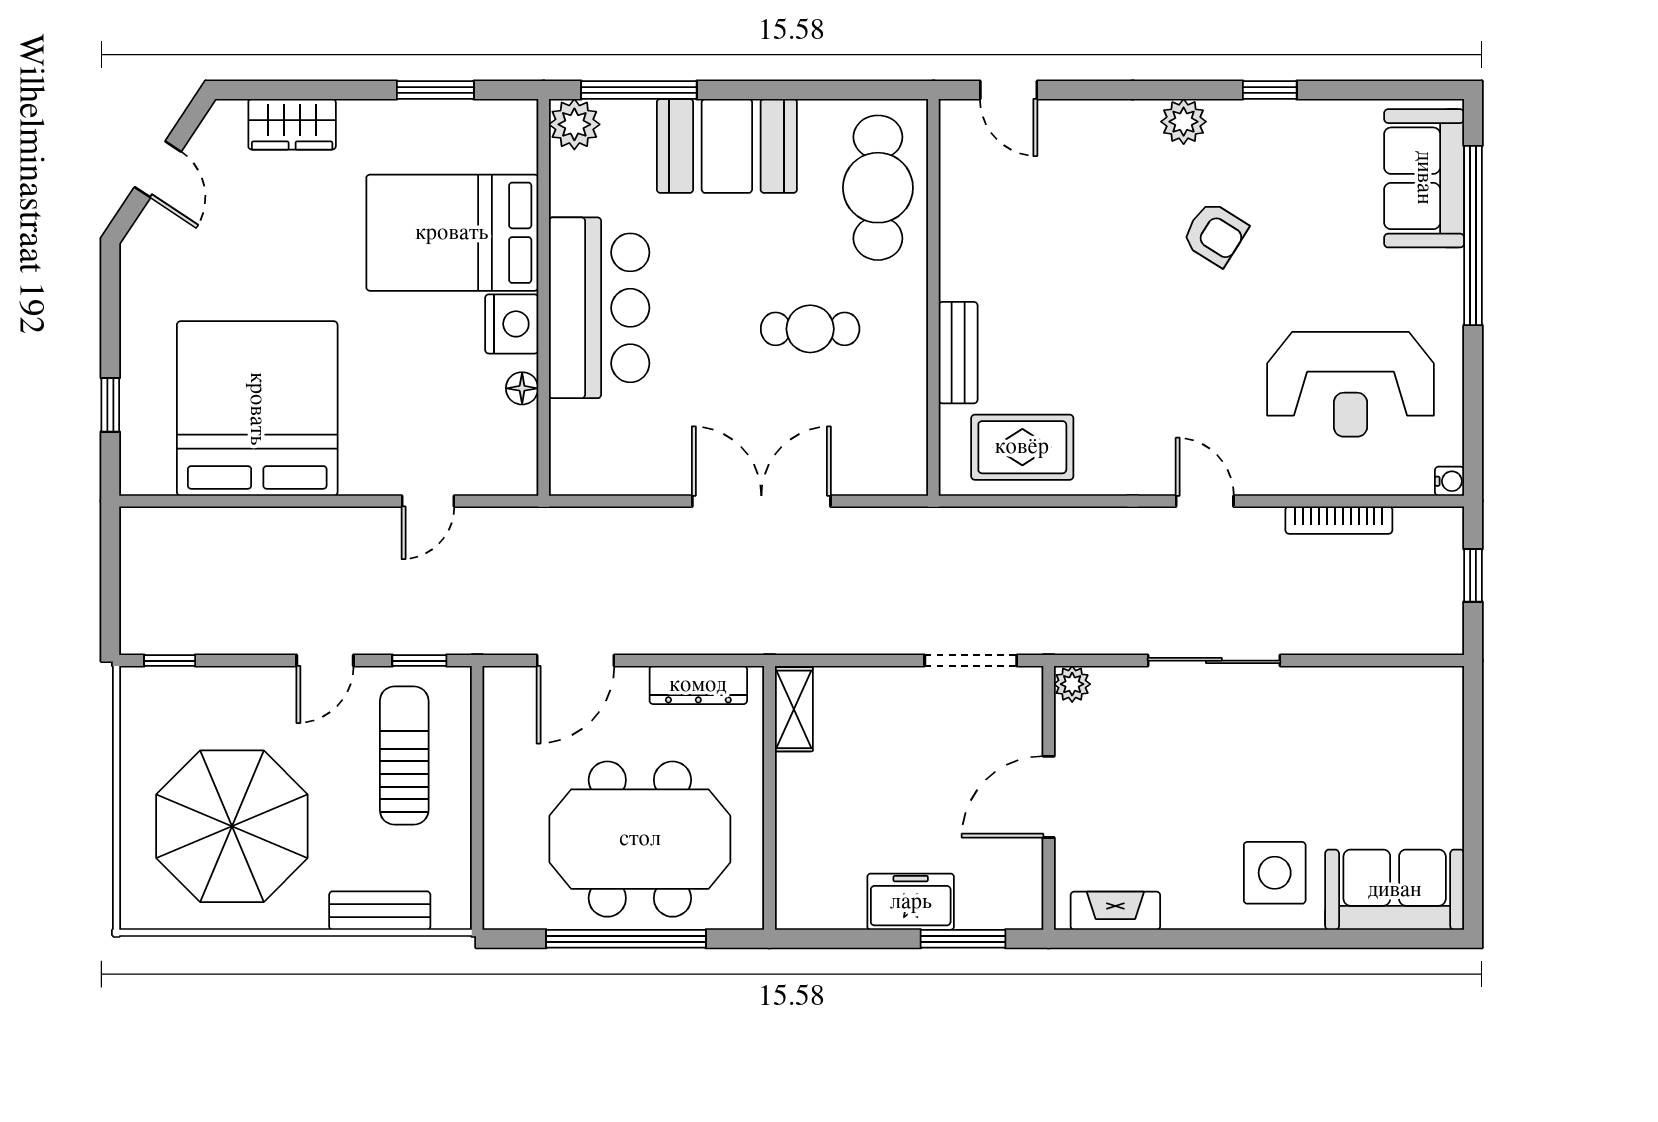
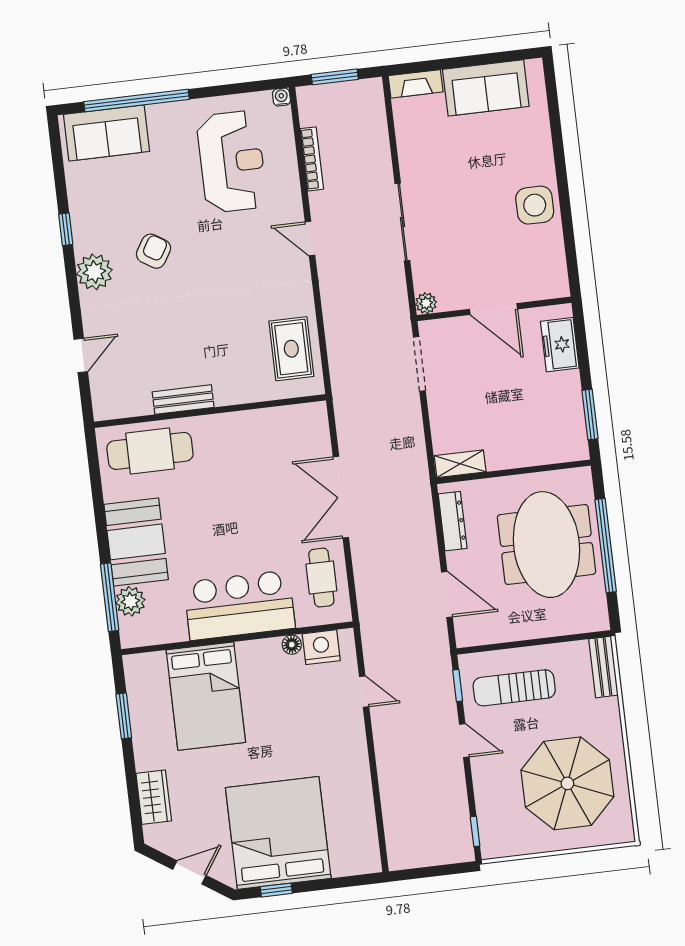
door: (1009, 90) -> (81, 355), moved
plant: (1184, 122) -> (94, 272), width x1.36, depth x1.36
plant: (574, 124) -> (130, 601), moved
nightstand: (512, 324) -> (321, 647), moved
cafe table: (810, 329) -> (321, 578), moved
bench: (958, 353) -> (183, 400), moved
window: (110, 405) -> (276, 890), moved
bed: (257, 409) -> (278, 833), moved, turned 90
door: (1205, 501) -> (310, 238), hinge flipped
window: (1473, 575) -> (335, 77), width x1.50
side table: (1275, 873) -> (535, 205), moved
sofa: (1395, 890) -> (486, 88), moved, turned -90
freezer: (911, 902) -> (560, 345), moved
bench: (380, 911) -> (603, 667), moved
fireplace: (1115, 911) -> (416, 84), moved, turned -90
window: (963, 939) -> (590, 414), moved

